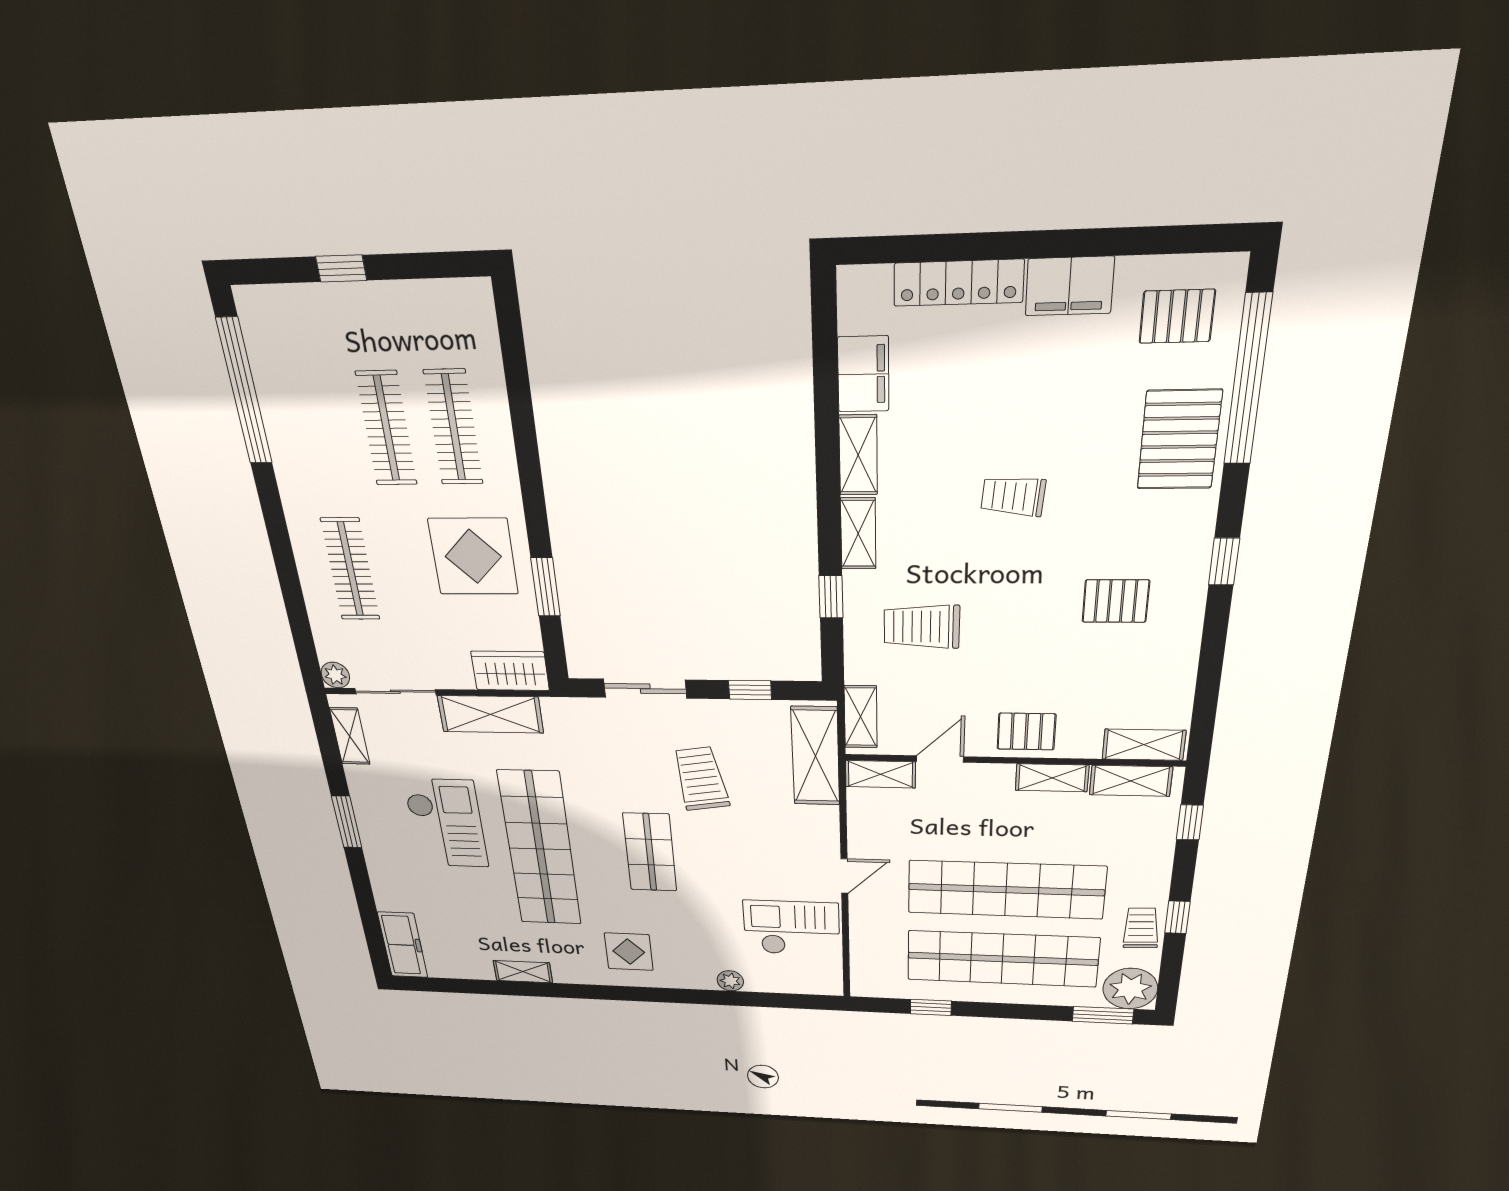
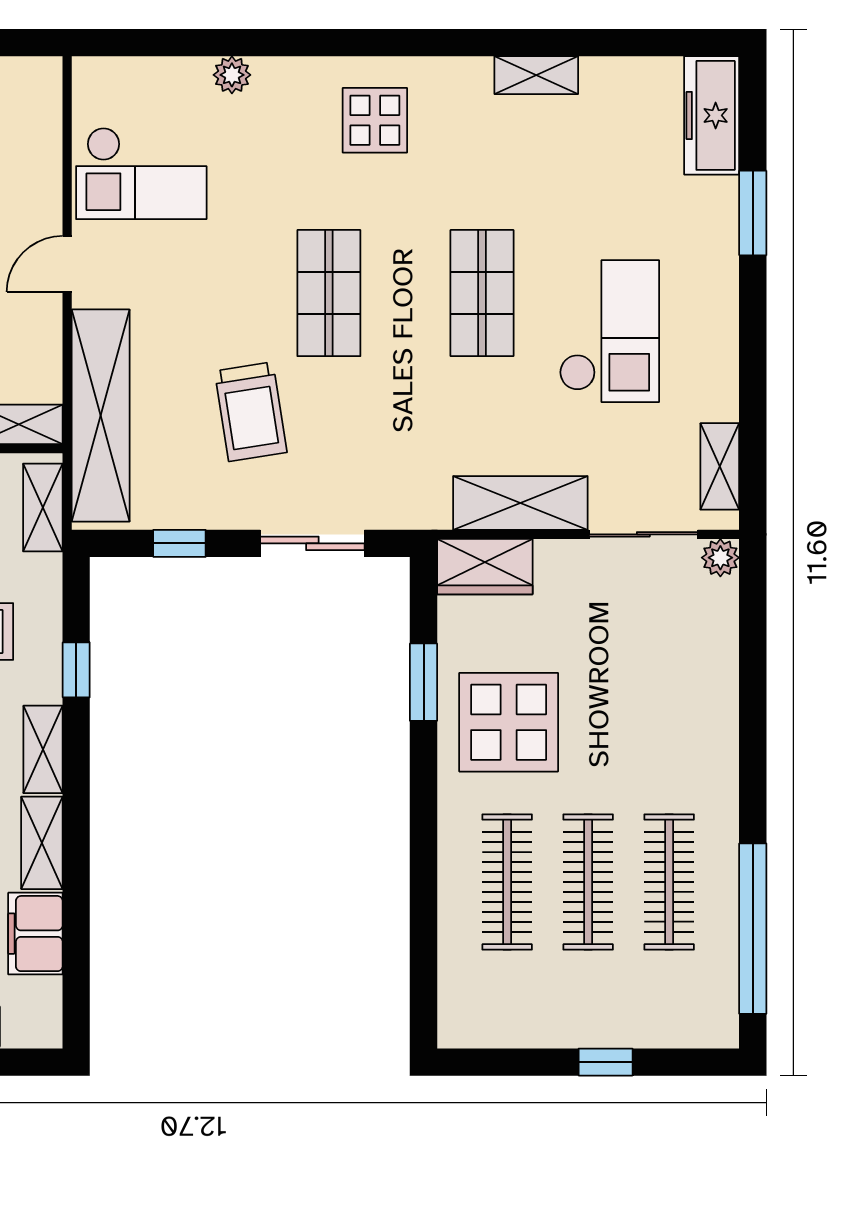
clothes rail: (350, 569) -> (669, 882), moved
shelving: (815, 756) -> (101, 416), width x1.47
window: (347, 822) -> (753, 213), moved
checkout: (446, 823) -> (609, 331), turned 180
shop shelf: (540, 849) -> (482, 293), width x0.50, depth x0.74

